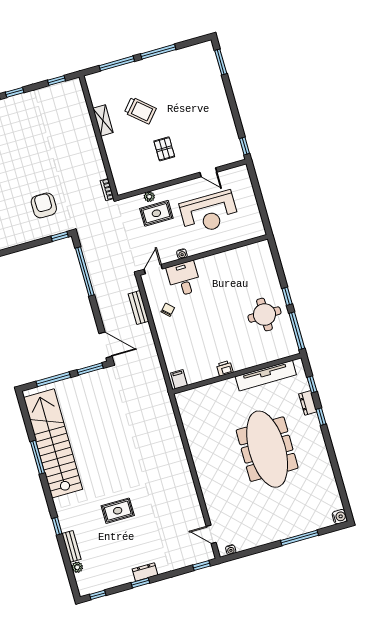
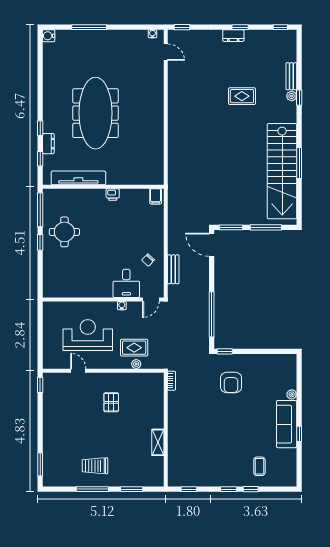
window: (117, 63) -> (132, 489), width x0.69
trolley: (140, 110) -> (95, 466), moved, turned -41
plant: (77, 567) -> (292, 96), moved

